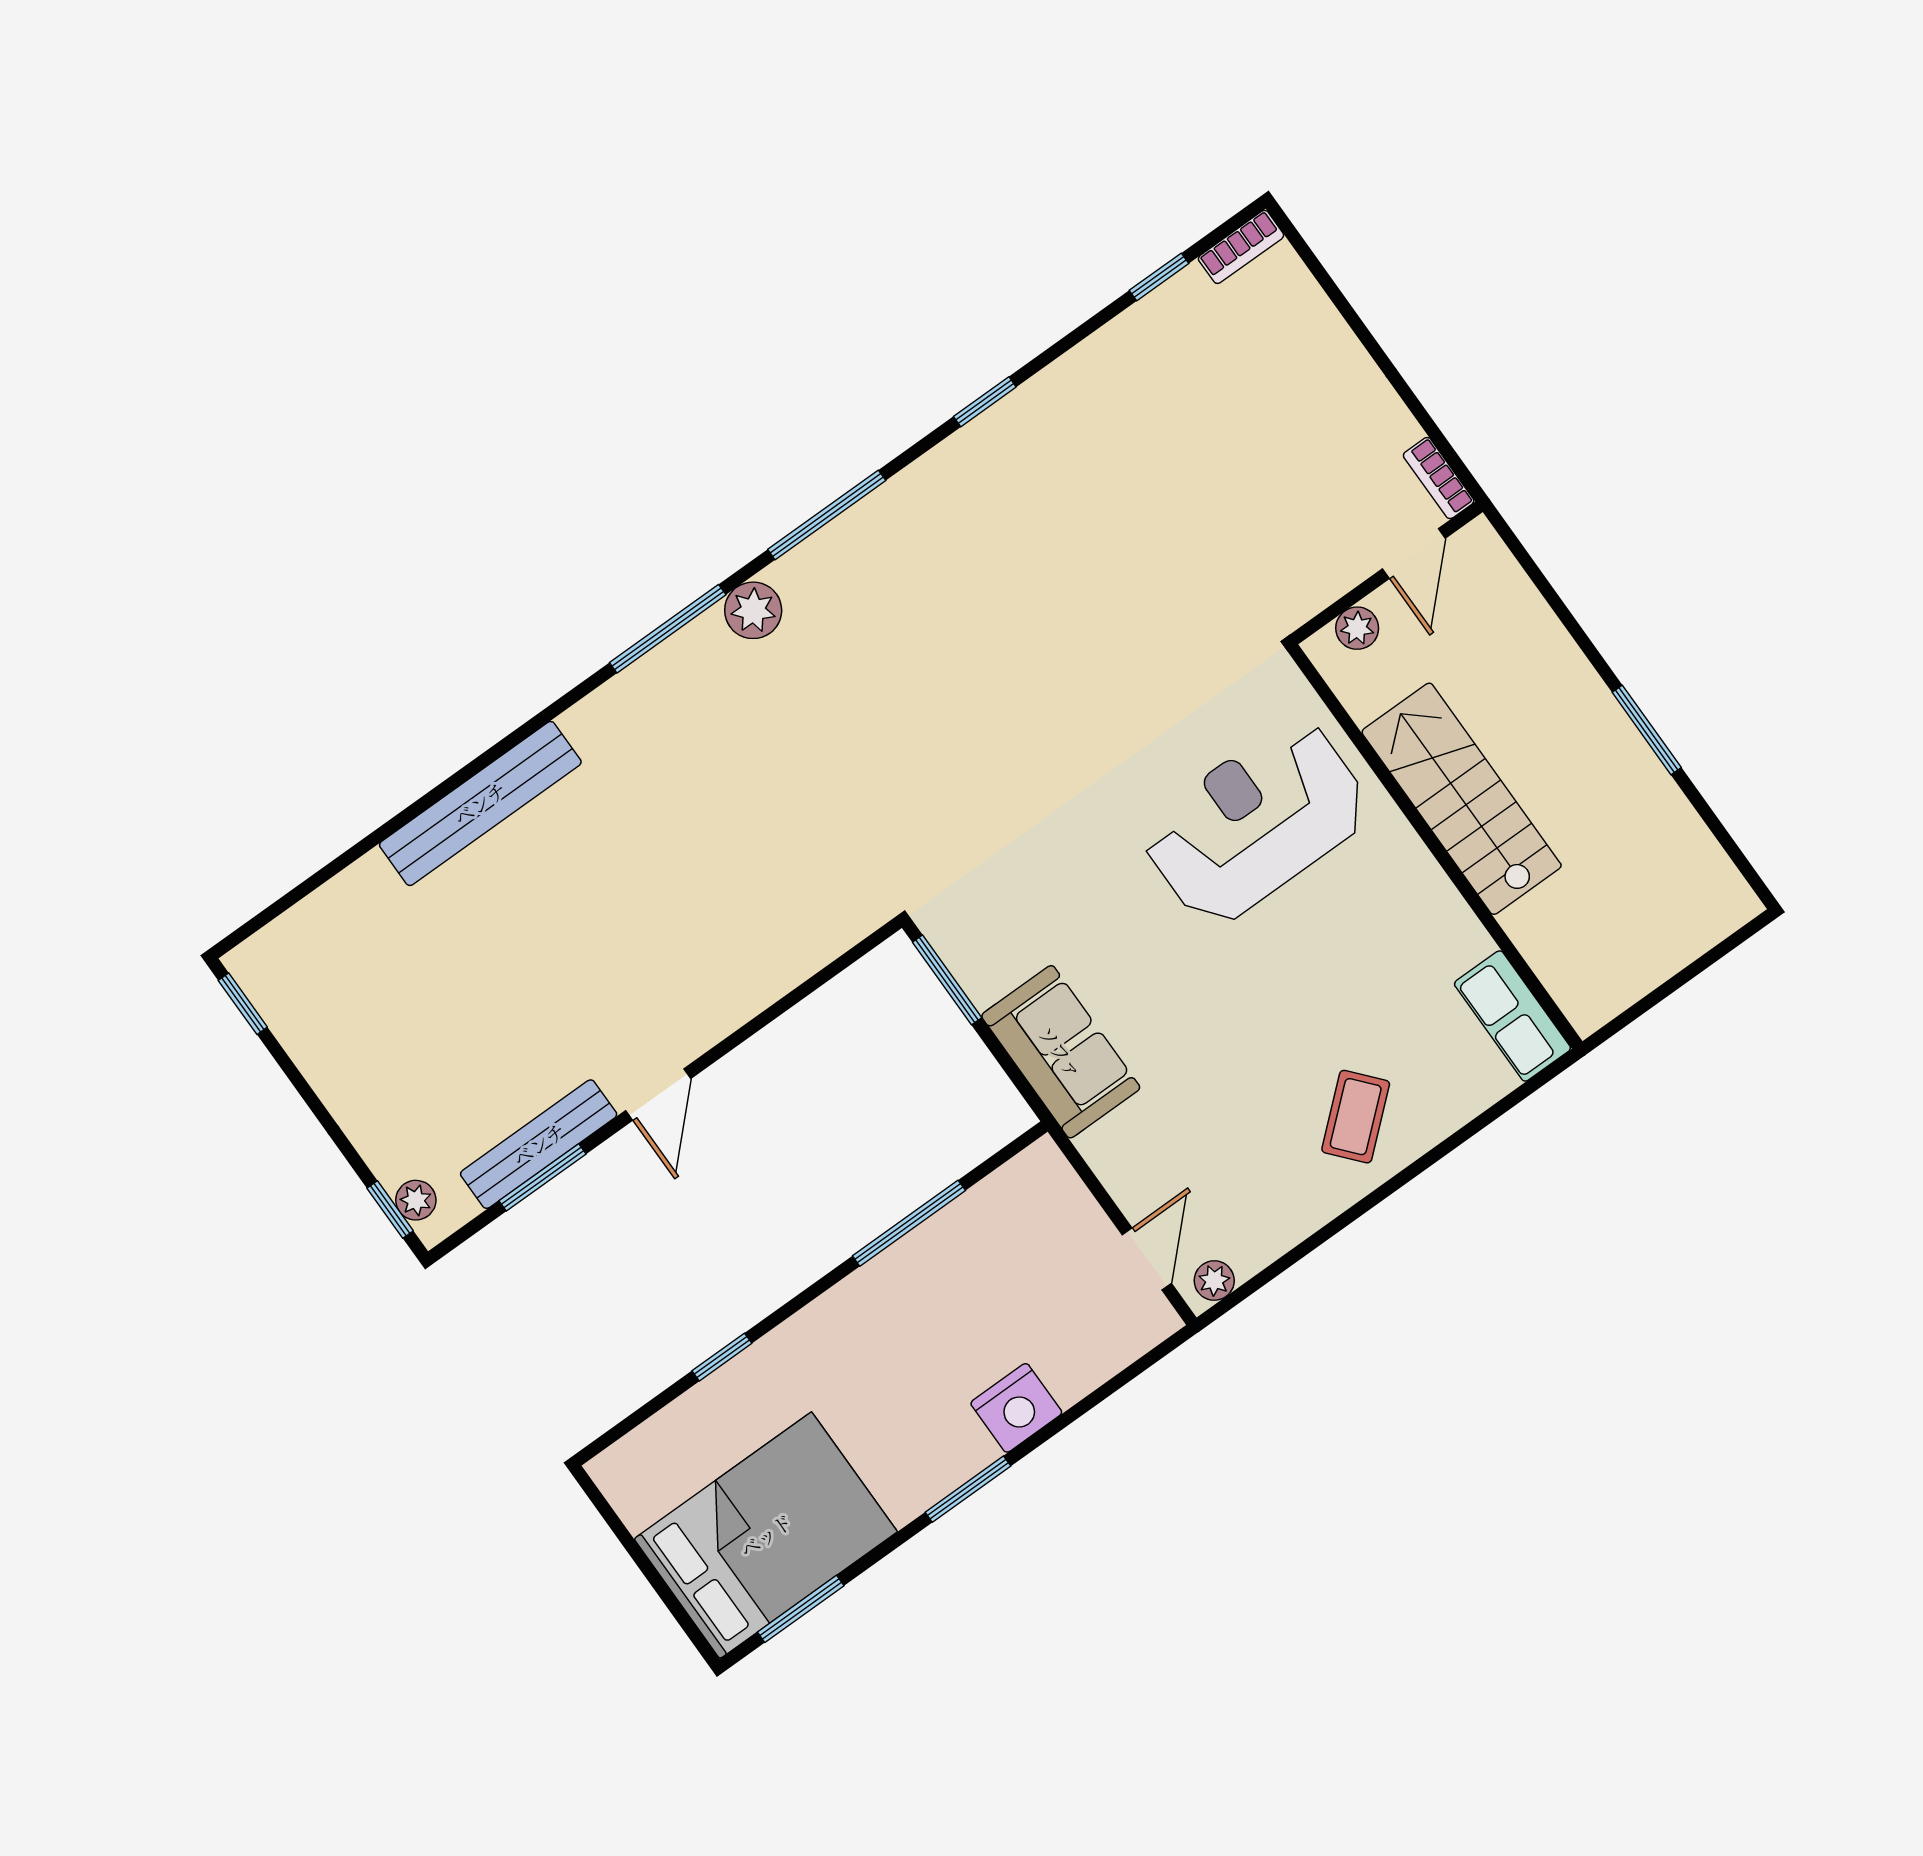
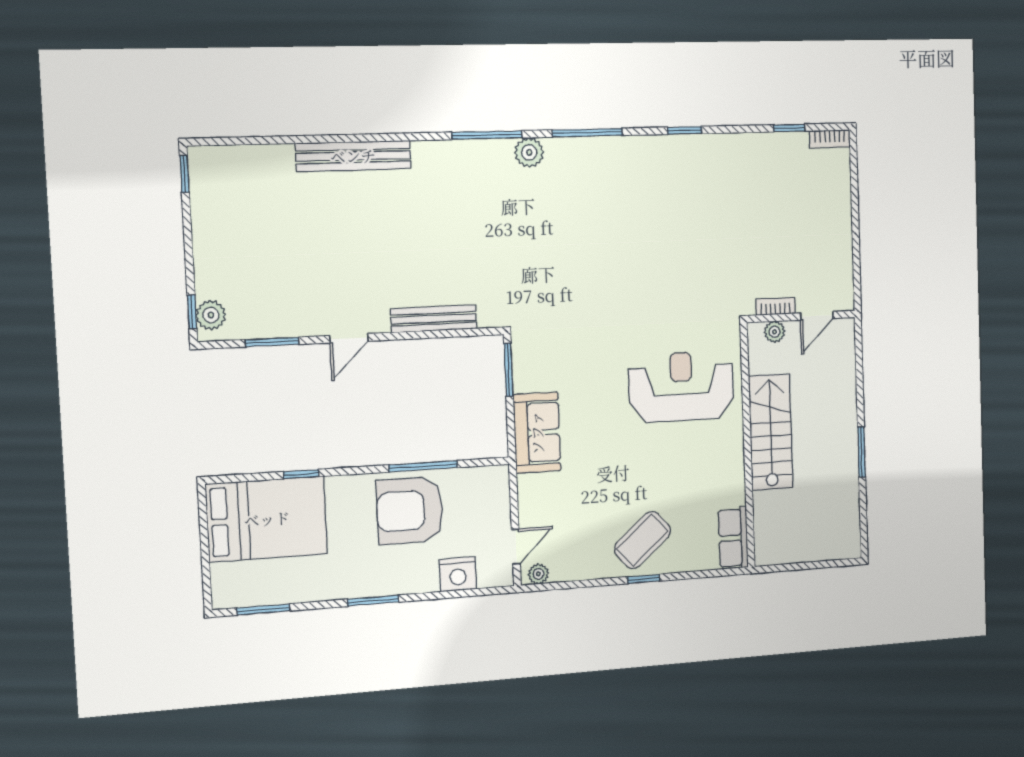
bookcase: (1439, 478) -> (775, 306), moved, turned 90
coffee table: (1356, 1117) -> (642, 540), width x1.36, depth x1.30
bench: (539, 1144) -> (434, 319), moved
window: (1400, 1179) -> (644, 579), added
plant: (416, 1200) -> (211, 315), width x1.38, depth x1.38
armchair: (934, 1308) -> (410, 511), added
nightstand: (1016, 1408) -> (458, 574), moved
bed: (766, 1535) -> (267, 519), moved

